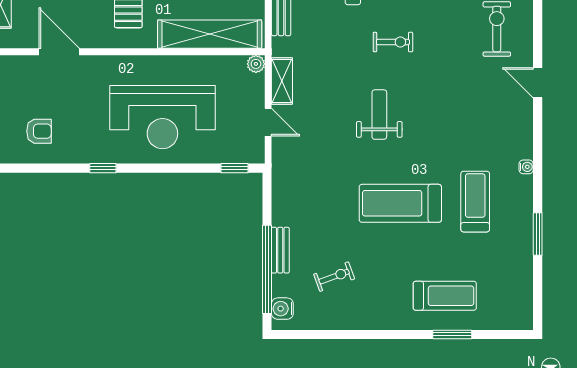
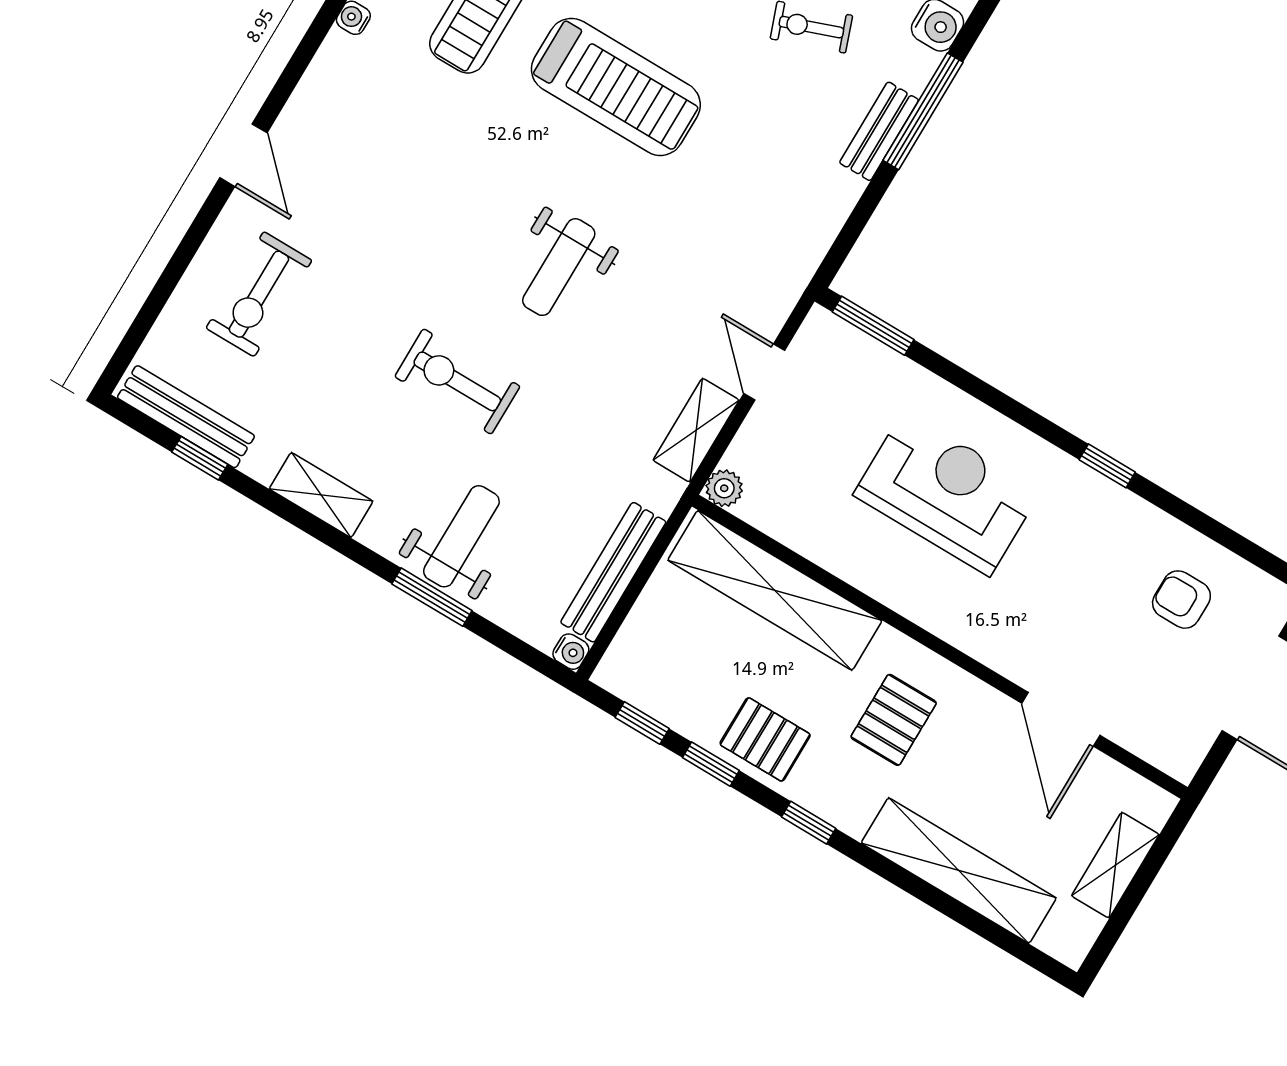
exercise bike: (393, 42) -> (457, 381), width x1.38, depth x1.39
reception desk: (162, 117) -> (947, 493), width x0.74, depth x0.77
window: (235, 168) -> (873, 326), width x1.50
window: (267, 269) -> (923, 111), width x0.68

